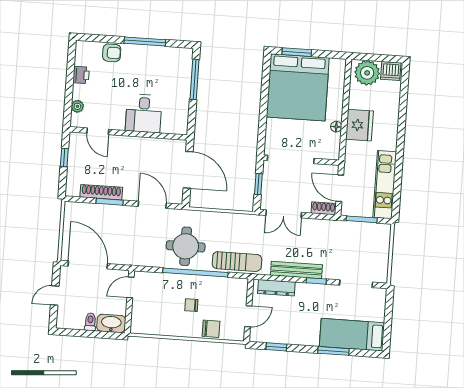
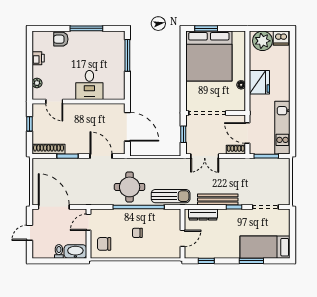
armchair: (112, 53) -> (61, 39), turned 180
shoe rack: (101, 192) -> (49, 149), moved
chair: (211, 329) -> (104, 244), moved, turned 180

